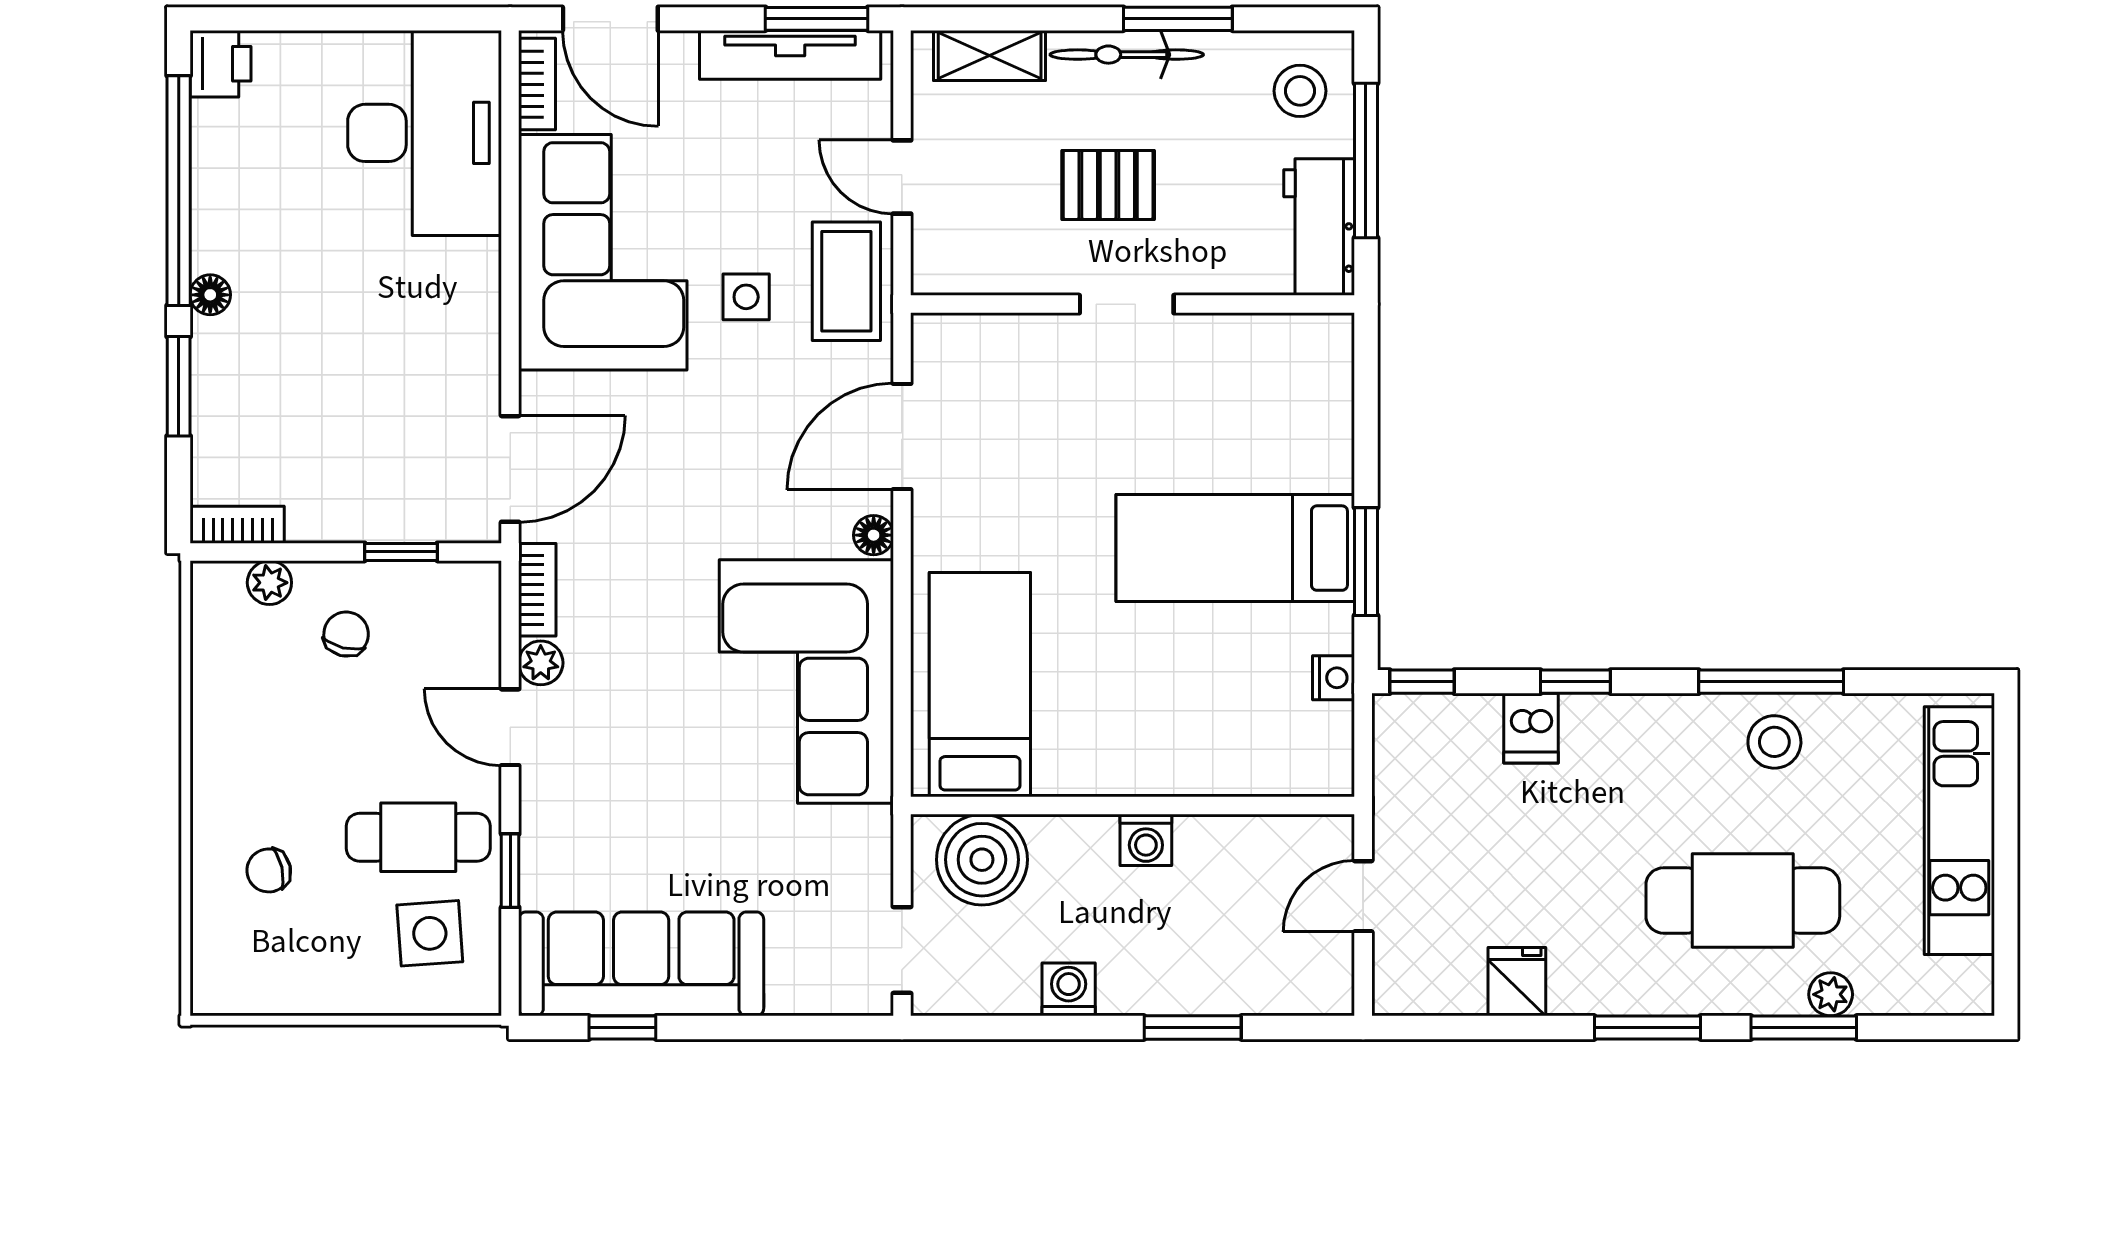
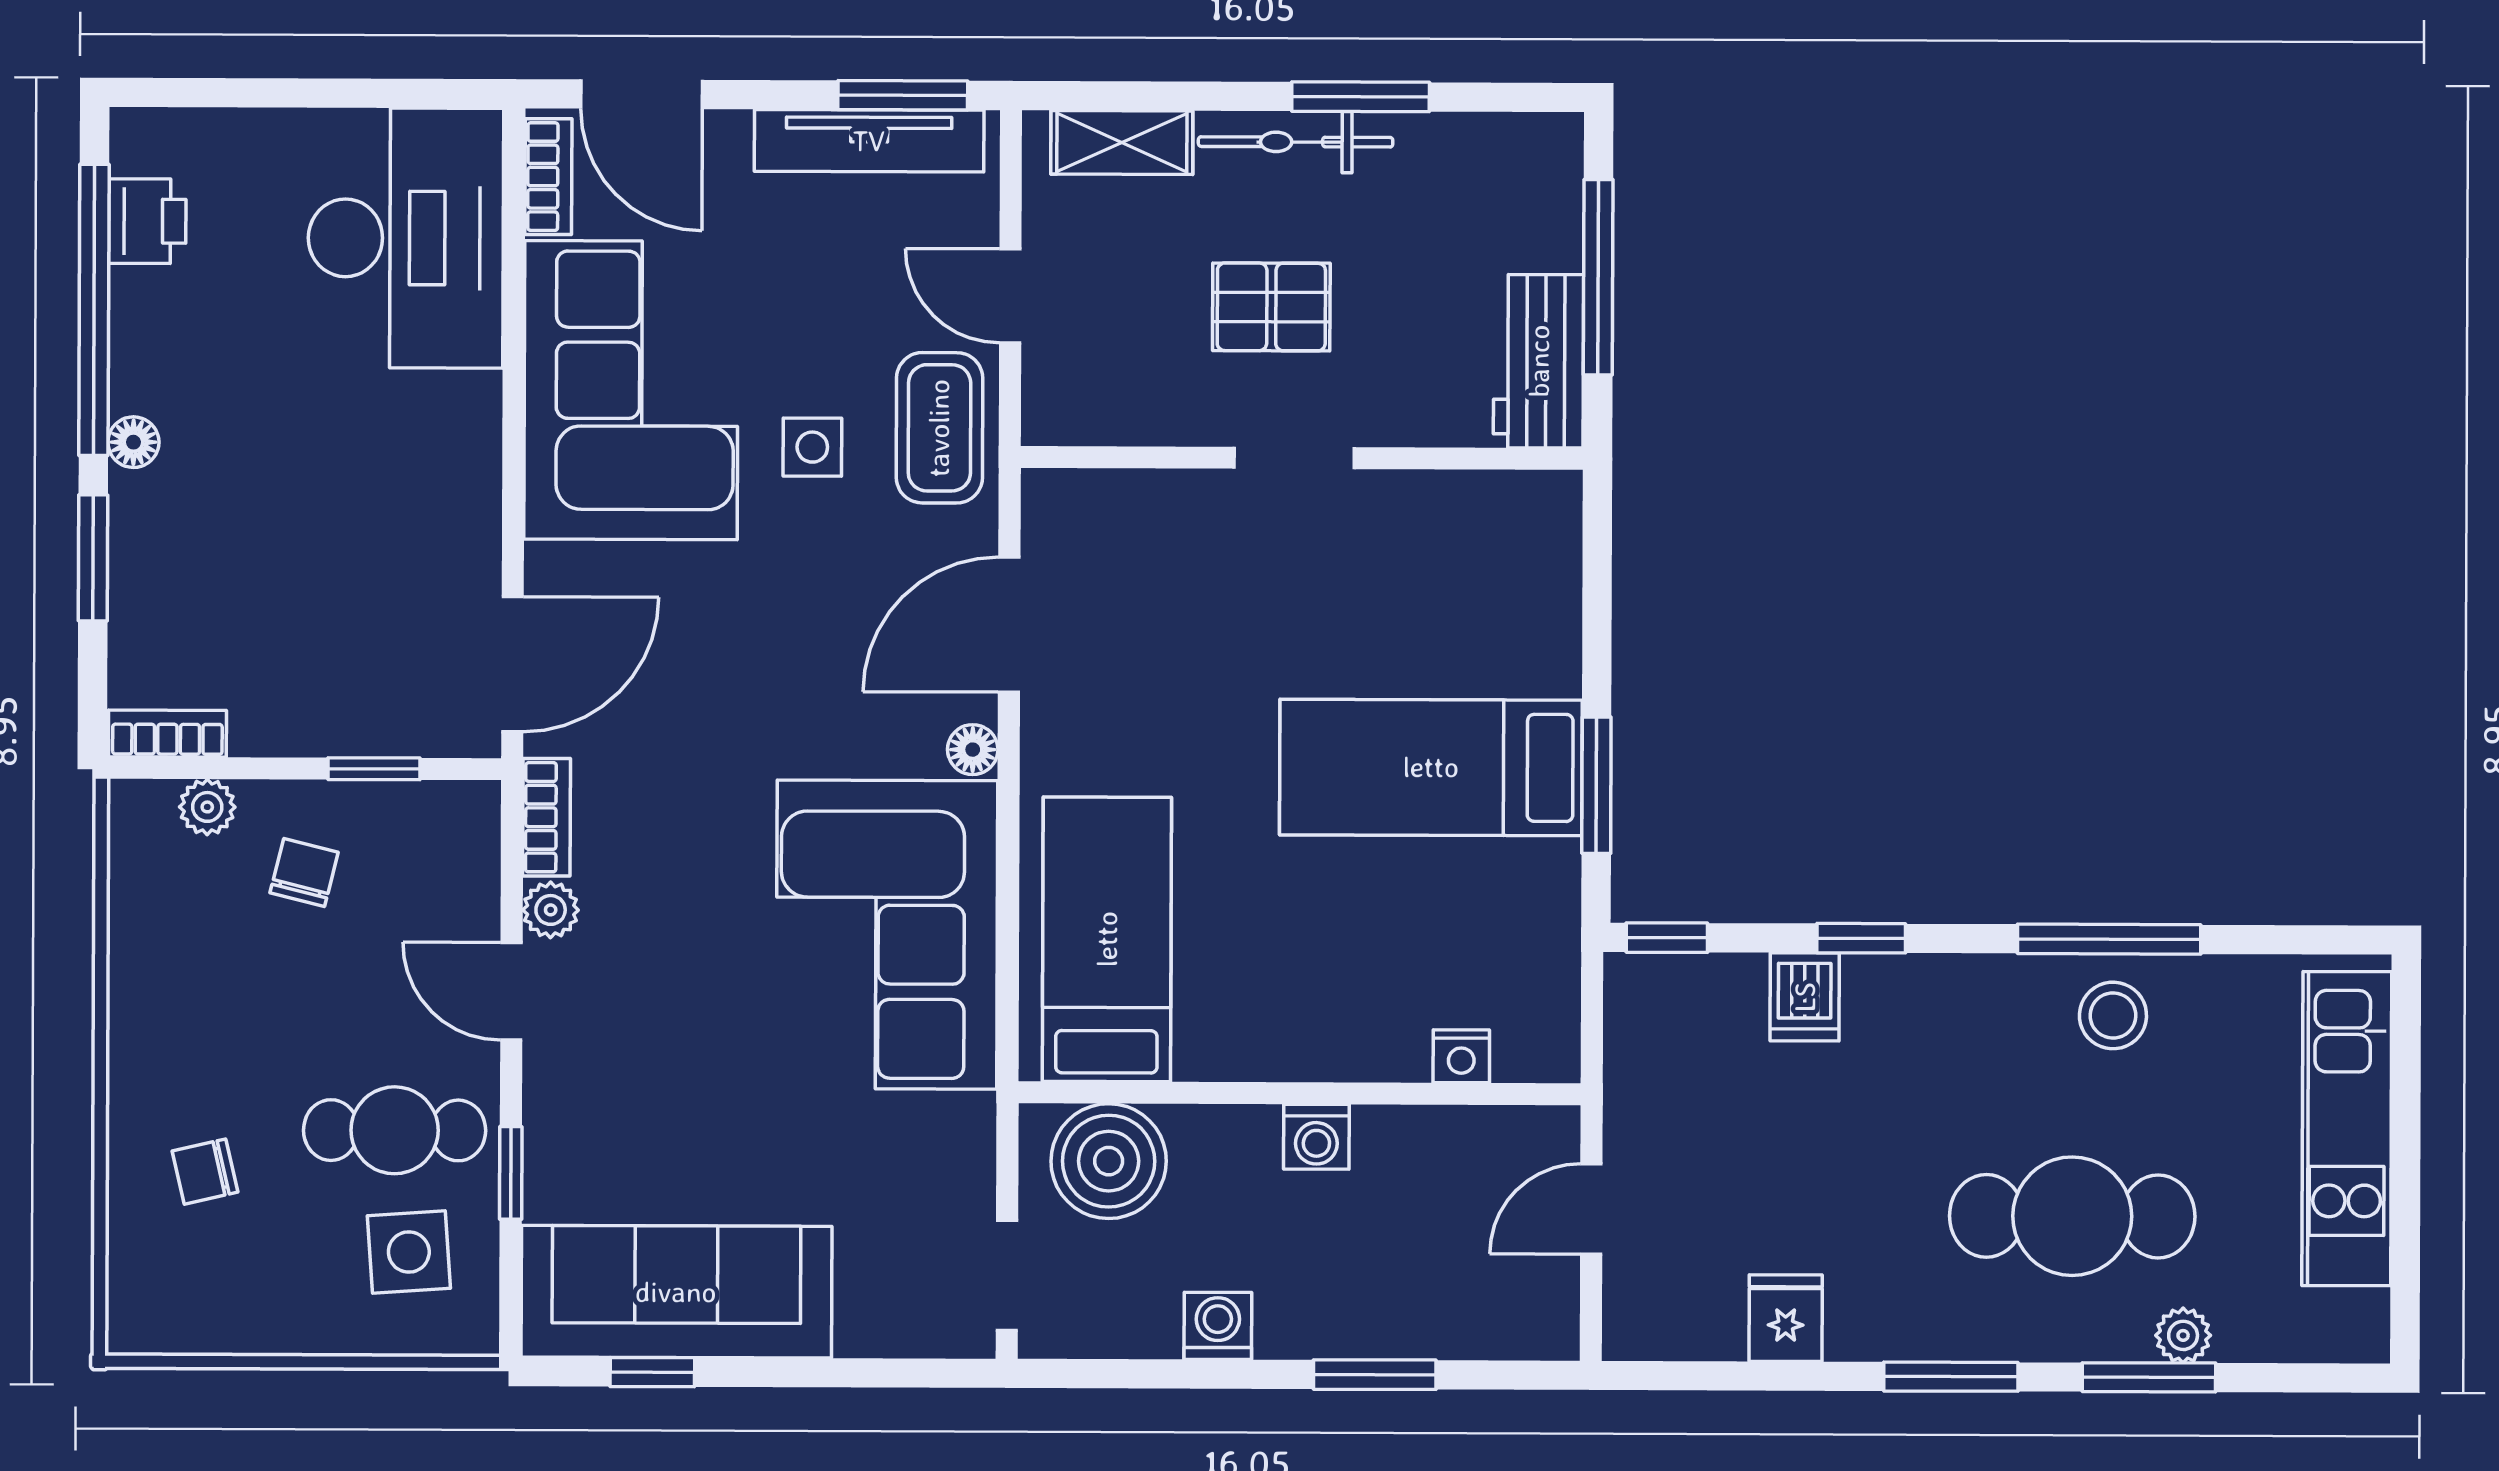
printer: (221, 64) -> (147, 221), moved
stool: (1300, 91) -> (1515, 189), removed
nightstand: (1334, 678) -> (1461, 1056), moved, turned 90

